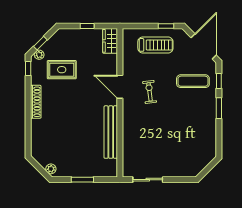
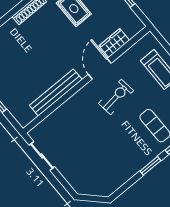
wardrobe: (110, 41) -> (114, 43), moved
exercise bike: (150, 92) -> (116, 97), width x1.38, depth x1.39

